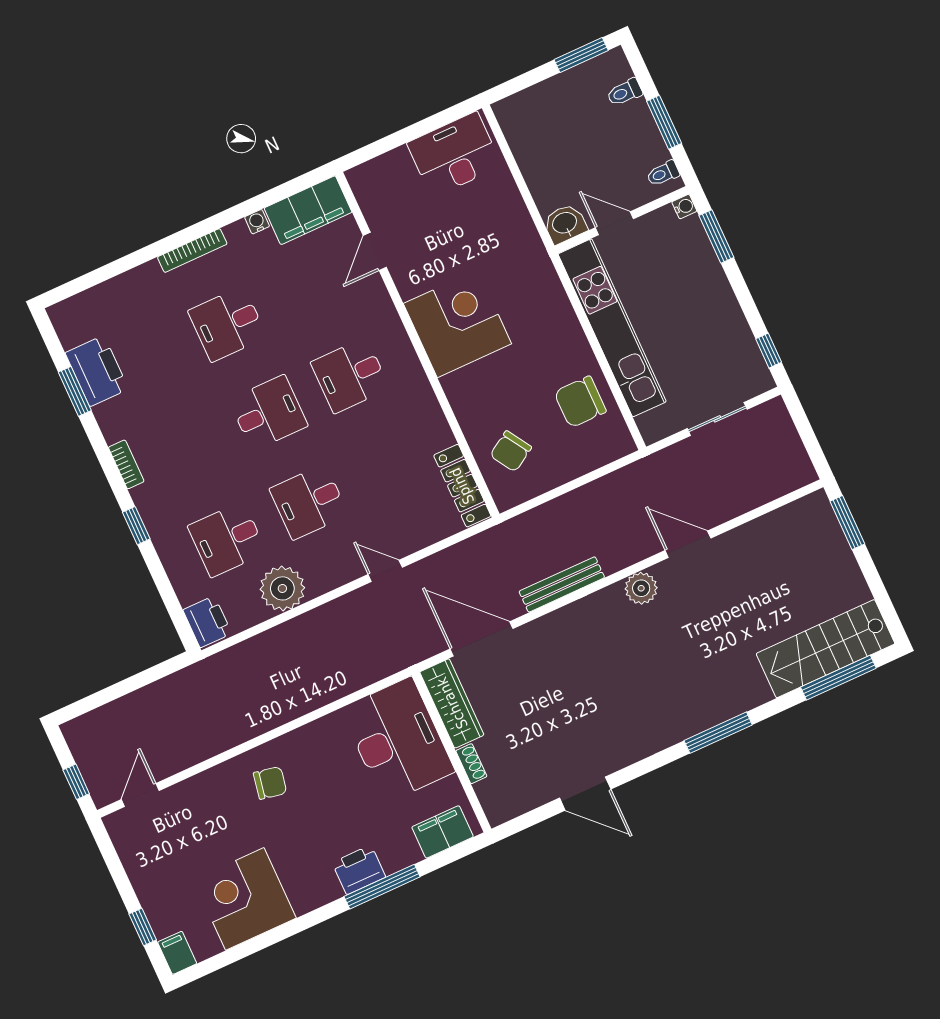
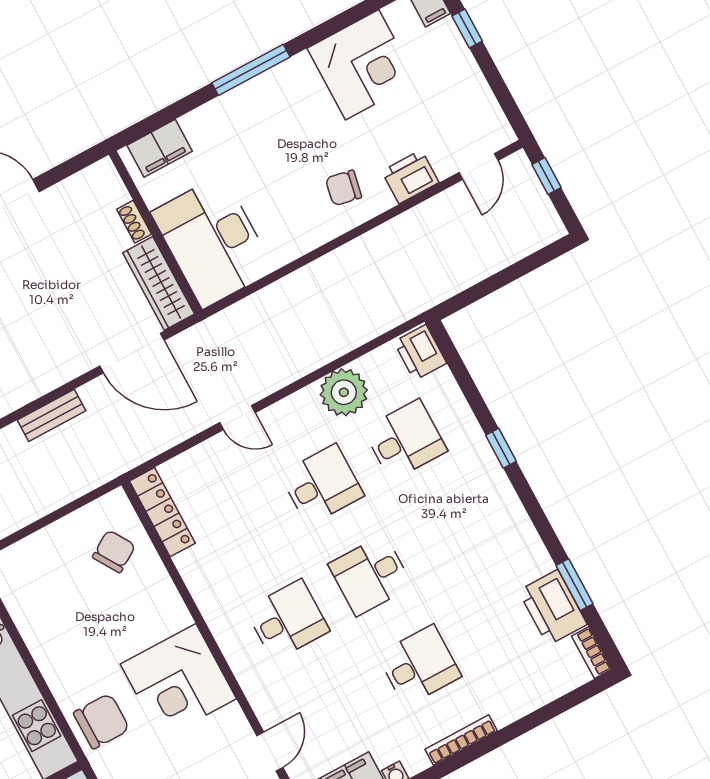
chair: (580, 402) -> (102, 721), moved
bookcase: (126, 464) -> (592, 653), moved
bench: (562, 584) -> (52, 415), width x0.73
printer: (359, 870) -> (410, 177), moved, turned 180
window: (382, 887) -> (251, 70), moved

